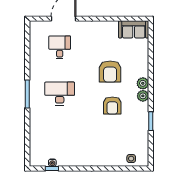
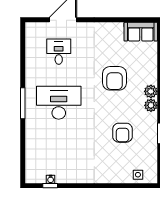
desk: (60, 94) -> (59, 103), width x1.36, depth x1.30
armchair: (112, 105) -> (122, 133), moved

